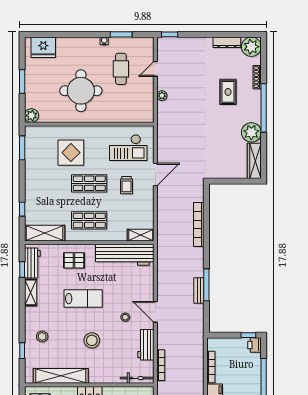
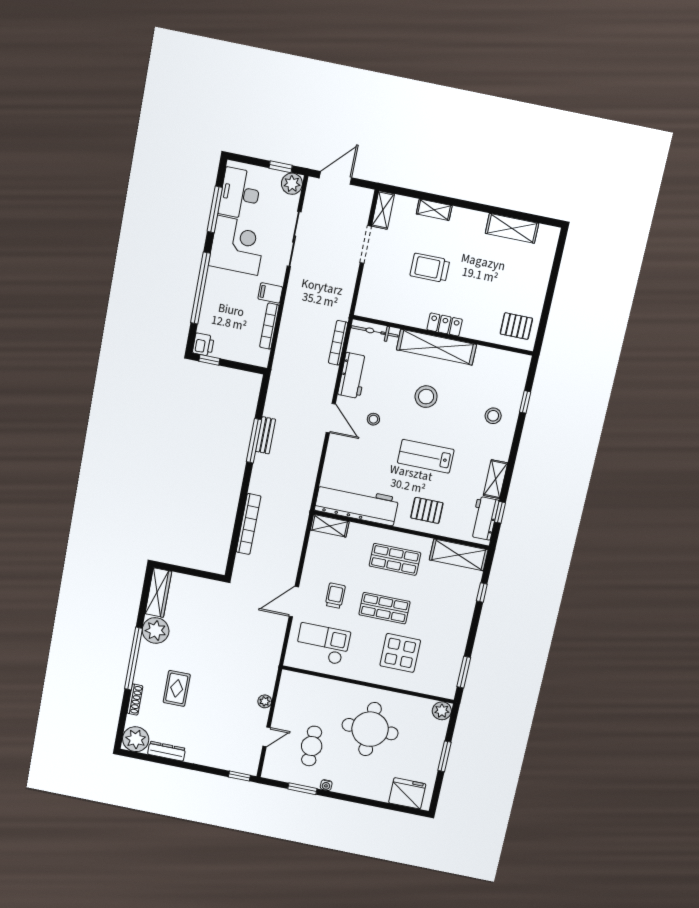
shelving: (61, 376) -> (436, 347), moved

